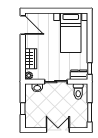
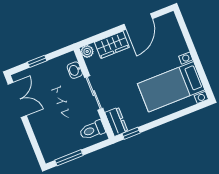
door: (23, 25) -> (138, 21), moved
double door: (58, 130) -> (17, 100), moved

